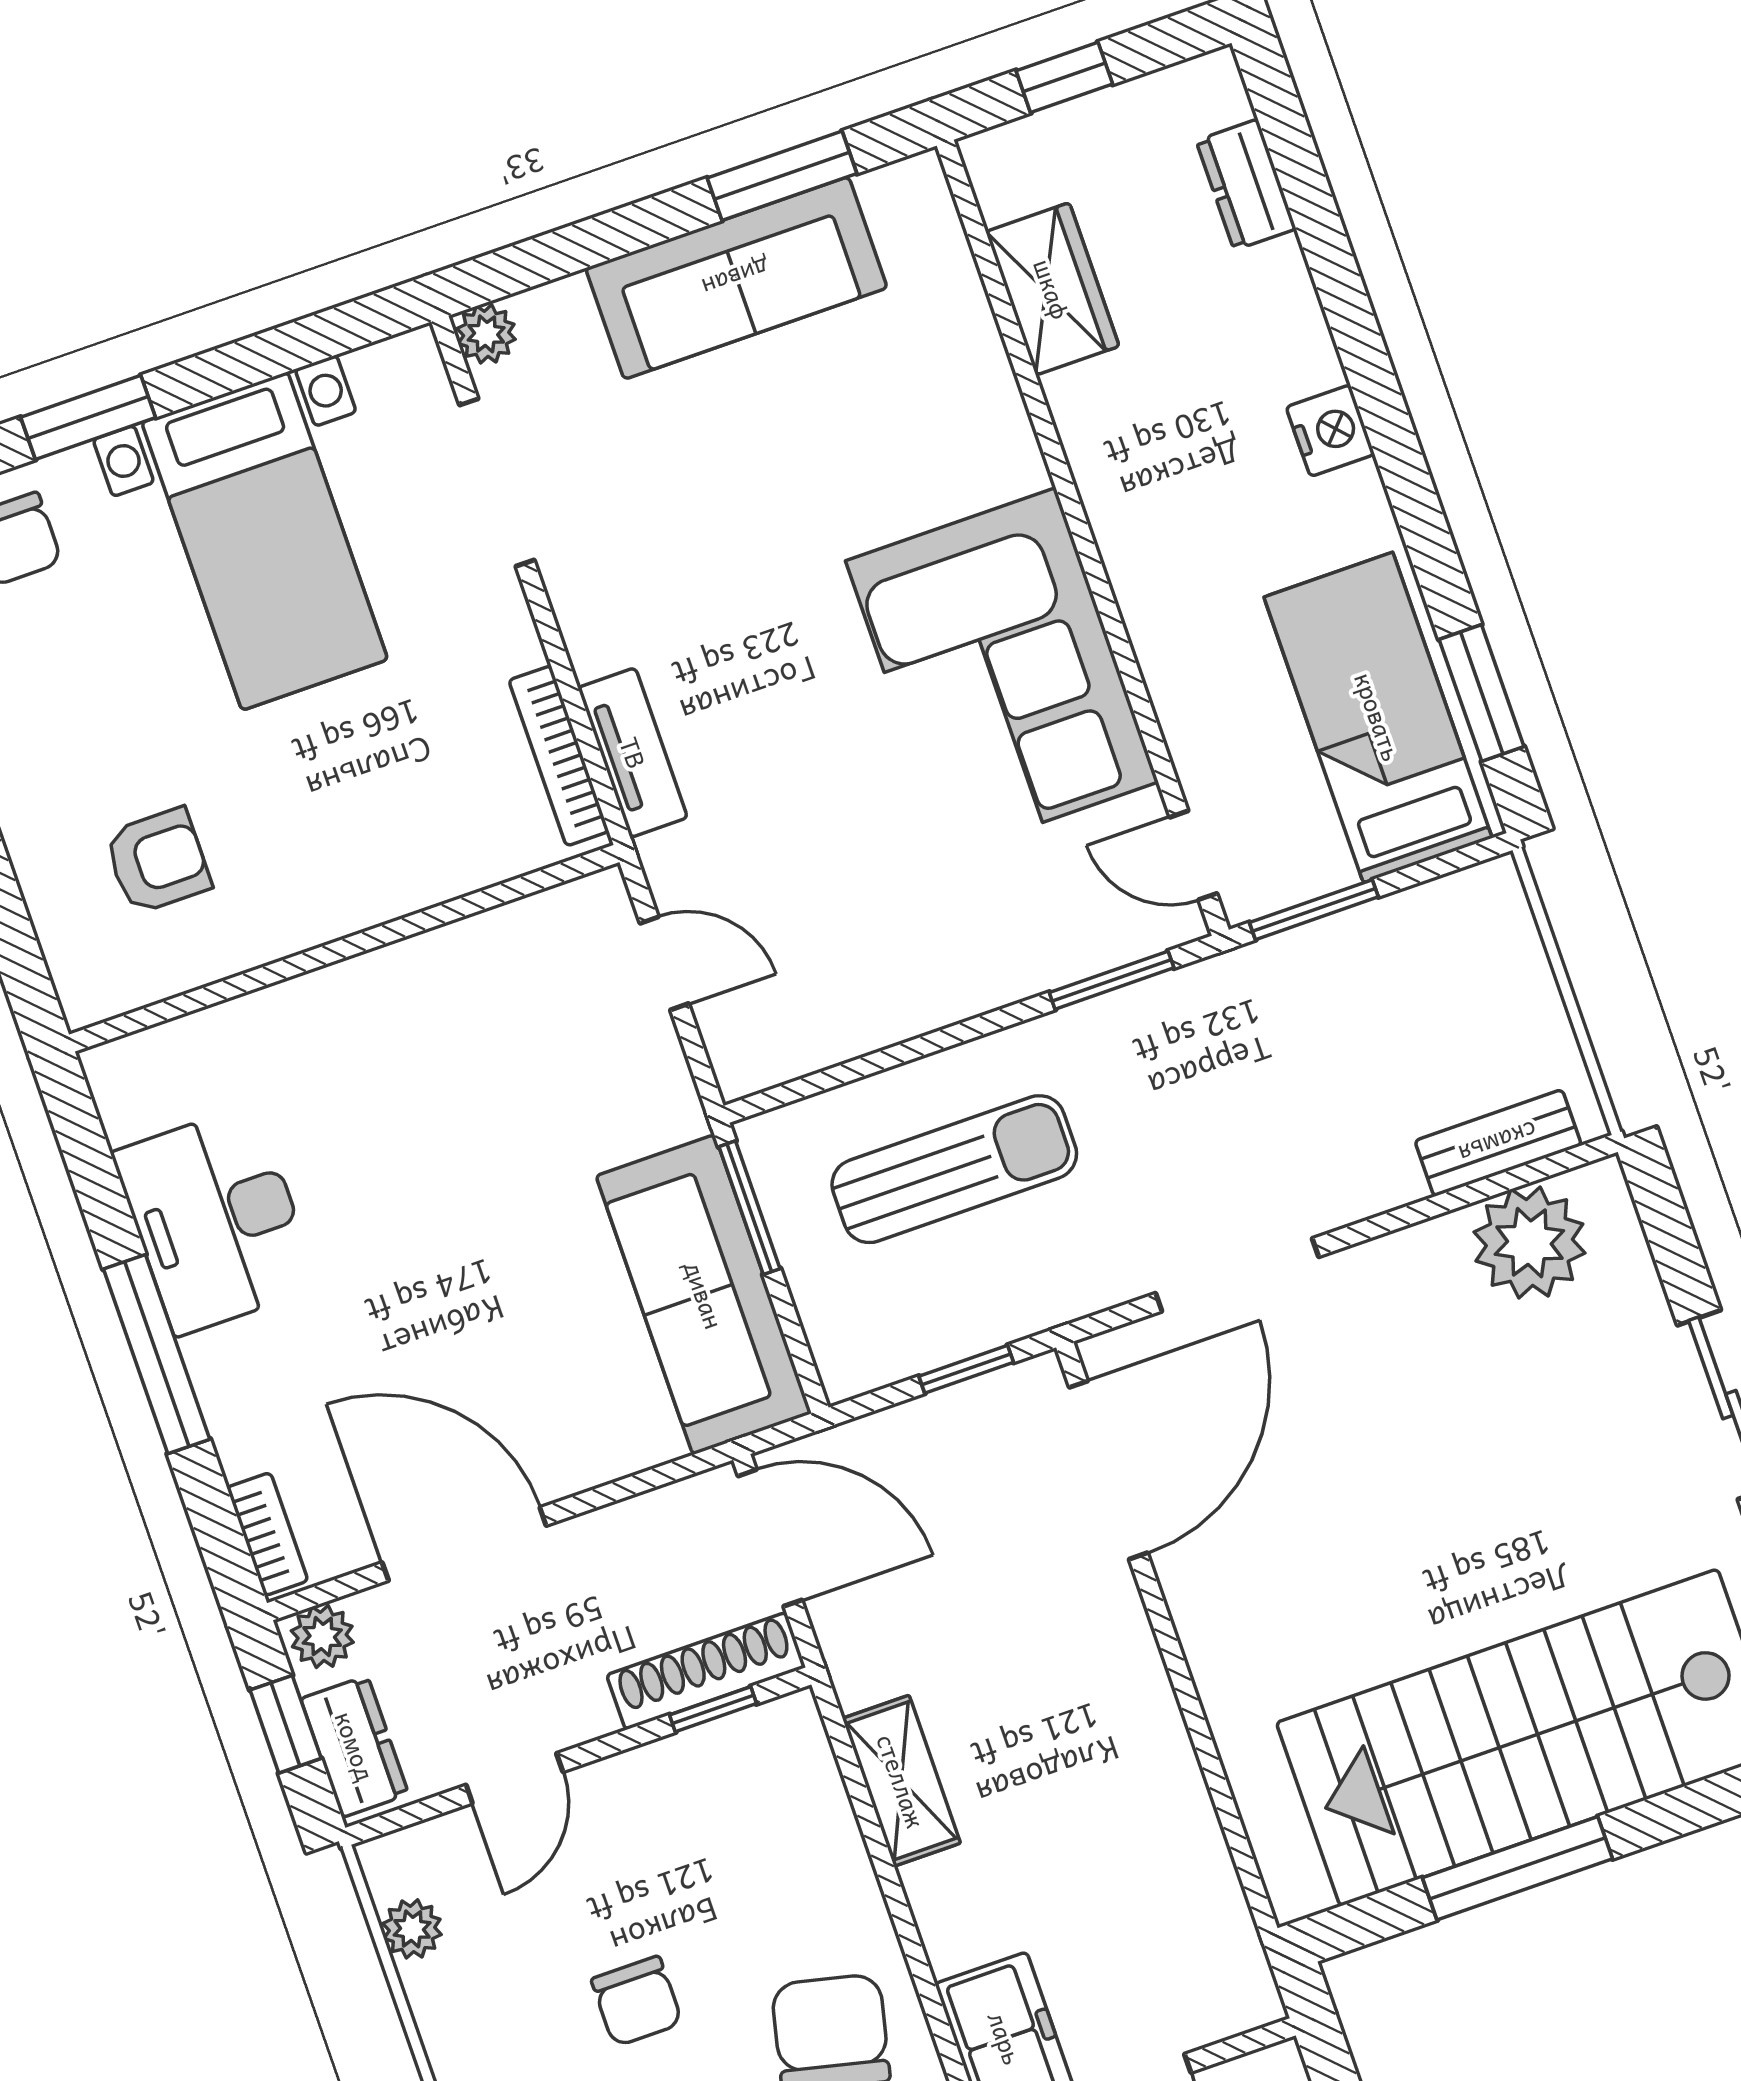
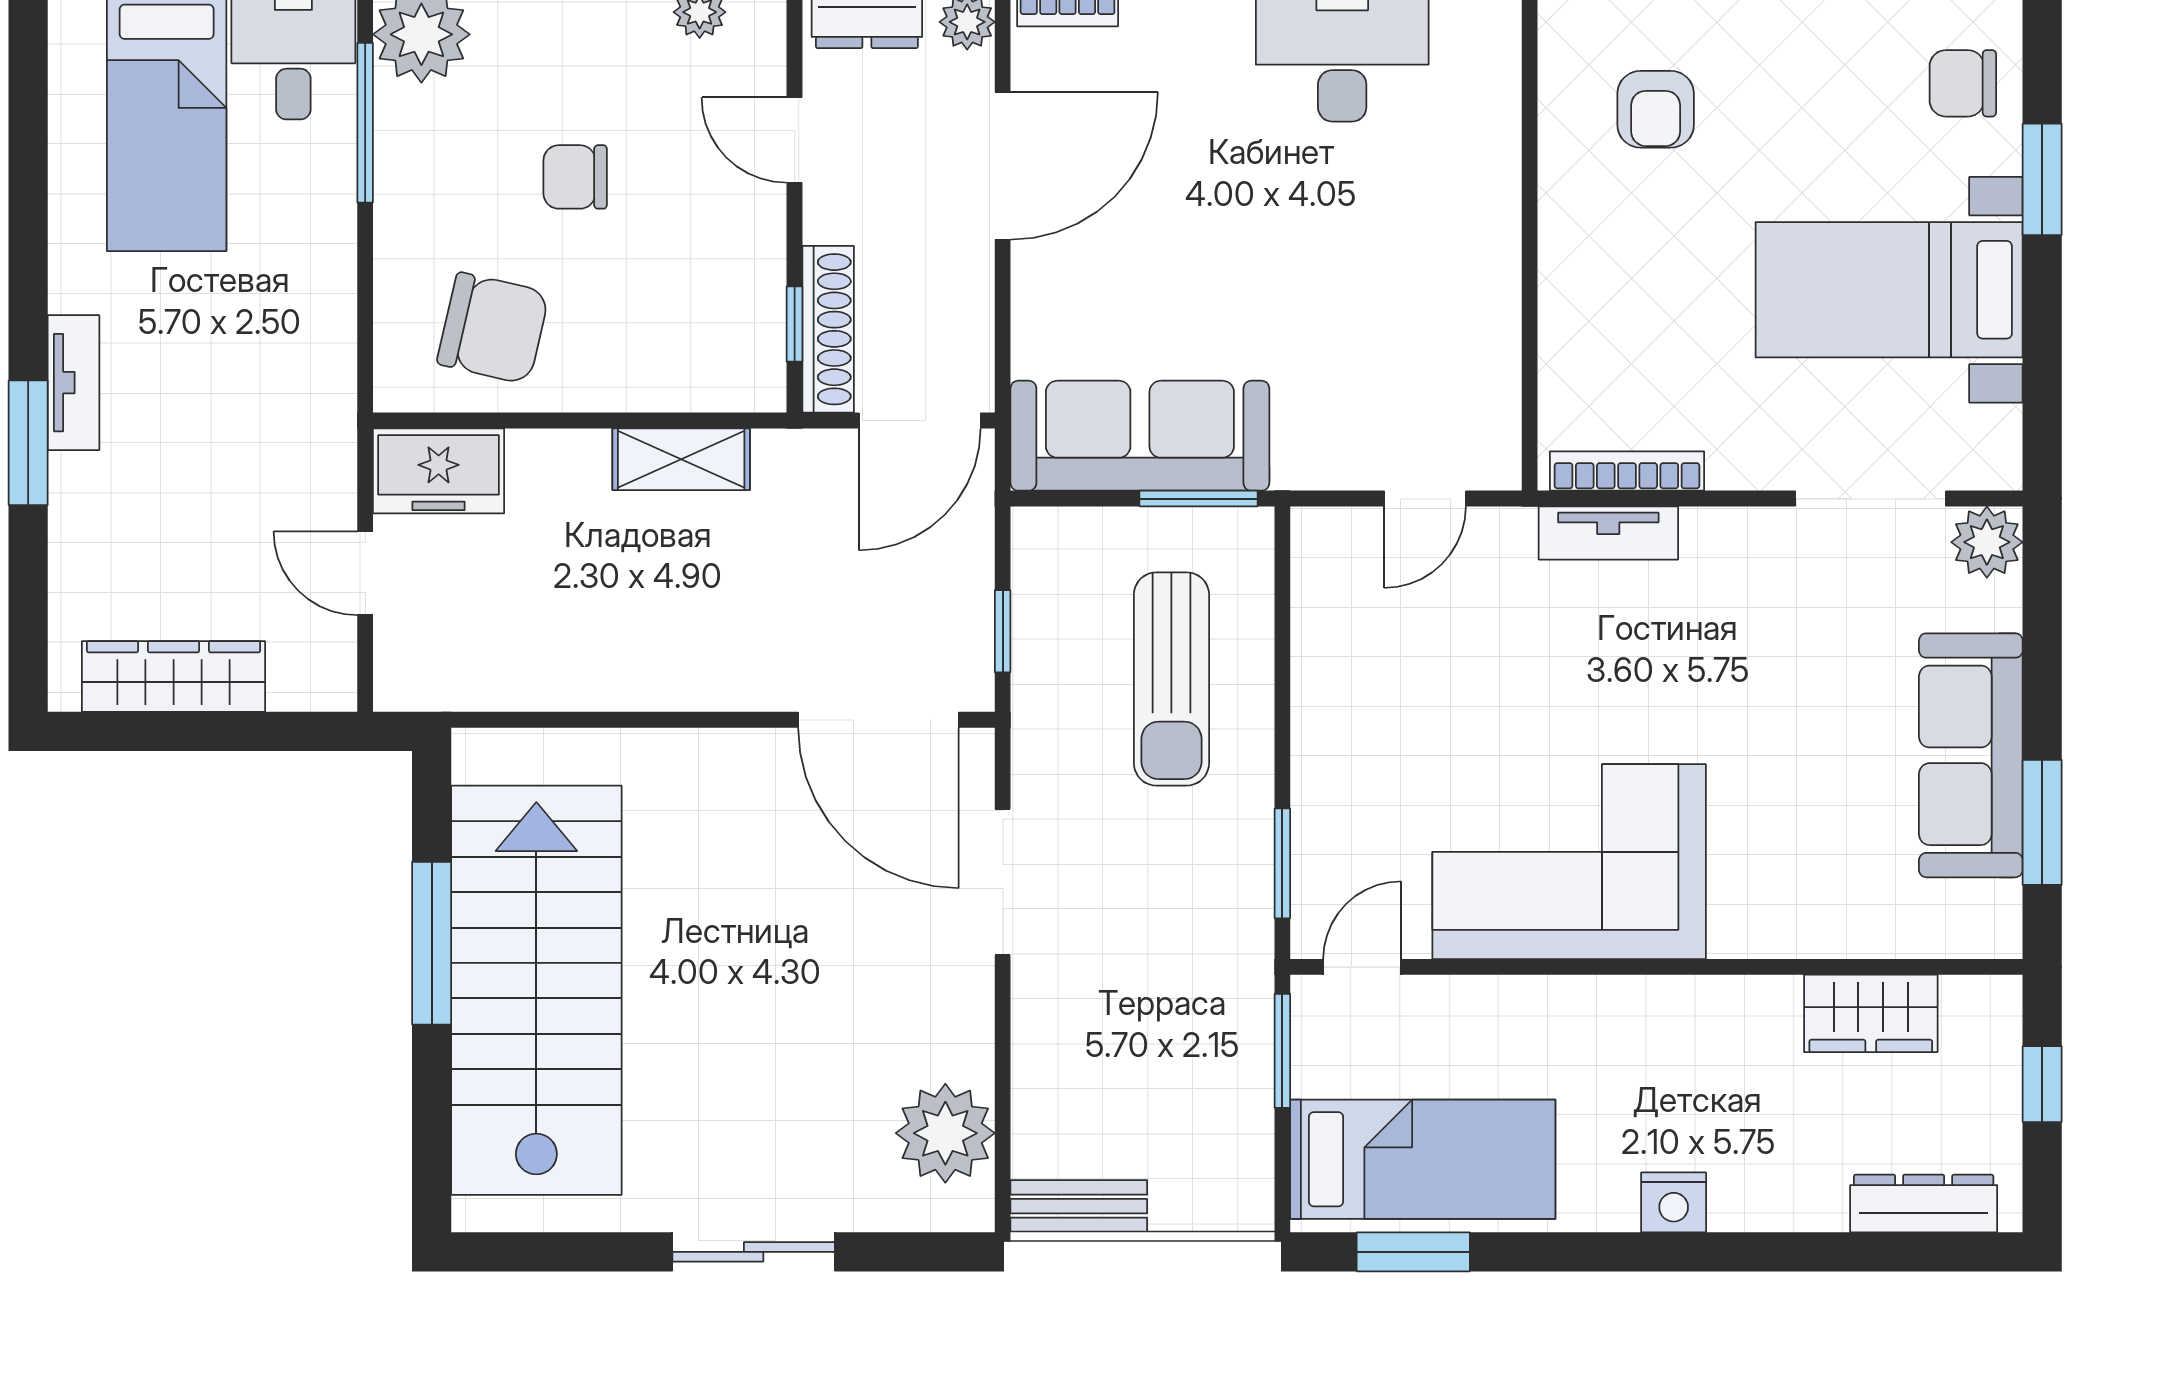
dresser: (1246, 185) -> (1924, 1203), width x1.44
plant: (486, 334) -> (1987, 542), width x1.38, depth x1.38
bench: (1498, 1143) -> (1079, 1206), moved, turned 90

